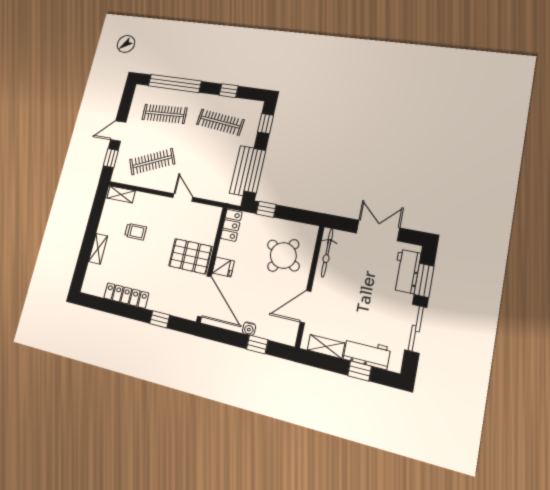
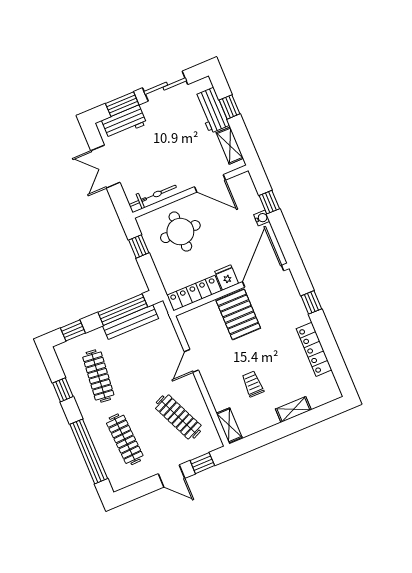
window: (266, 209) -> (139, 246), moved
locker: (231, 225) -> (194, 293), width x1.53
round table: (283, 255) -> (180, 232), turned -32

